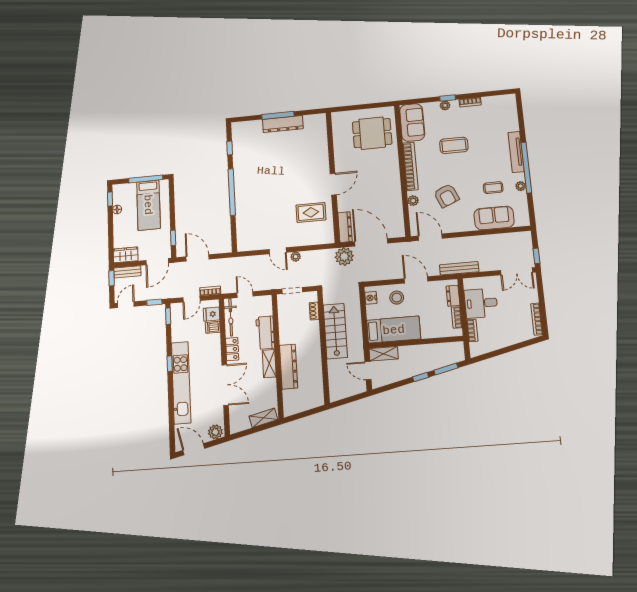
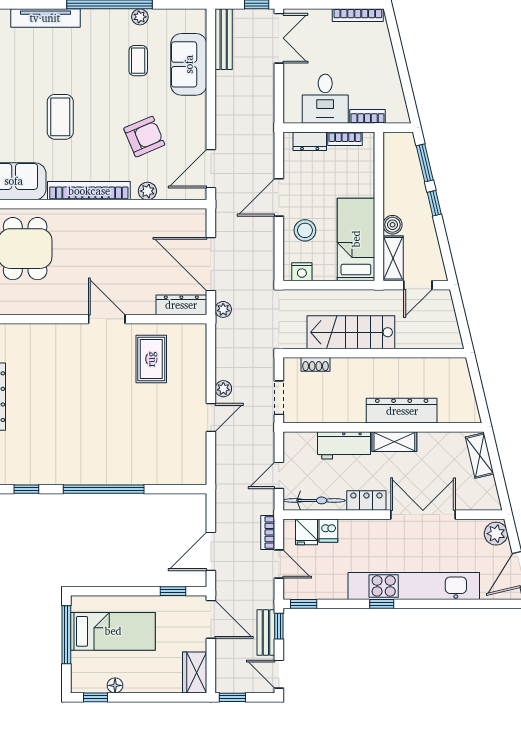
tv unit: (516, 152) -> (45, 18), moved
door: (371, 242) -> (211, 264), hinge flipped
plant: (344, 256) -> (223, 309), width x0.53, depth x0.53
bench: (459, 268) -> (224, 39), moved
bench: (127, 272) -> (266, 632), moved
boiler: (405, 352) -> (393, 225), added

